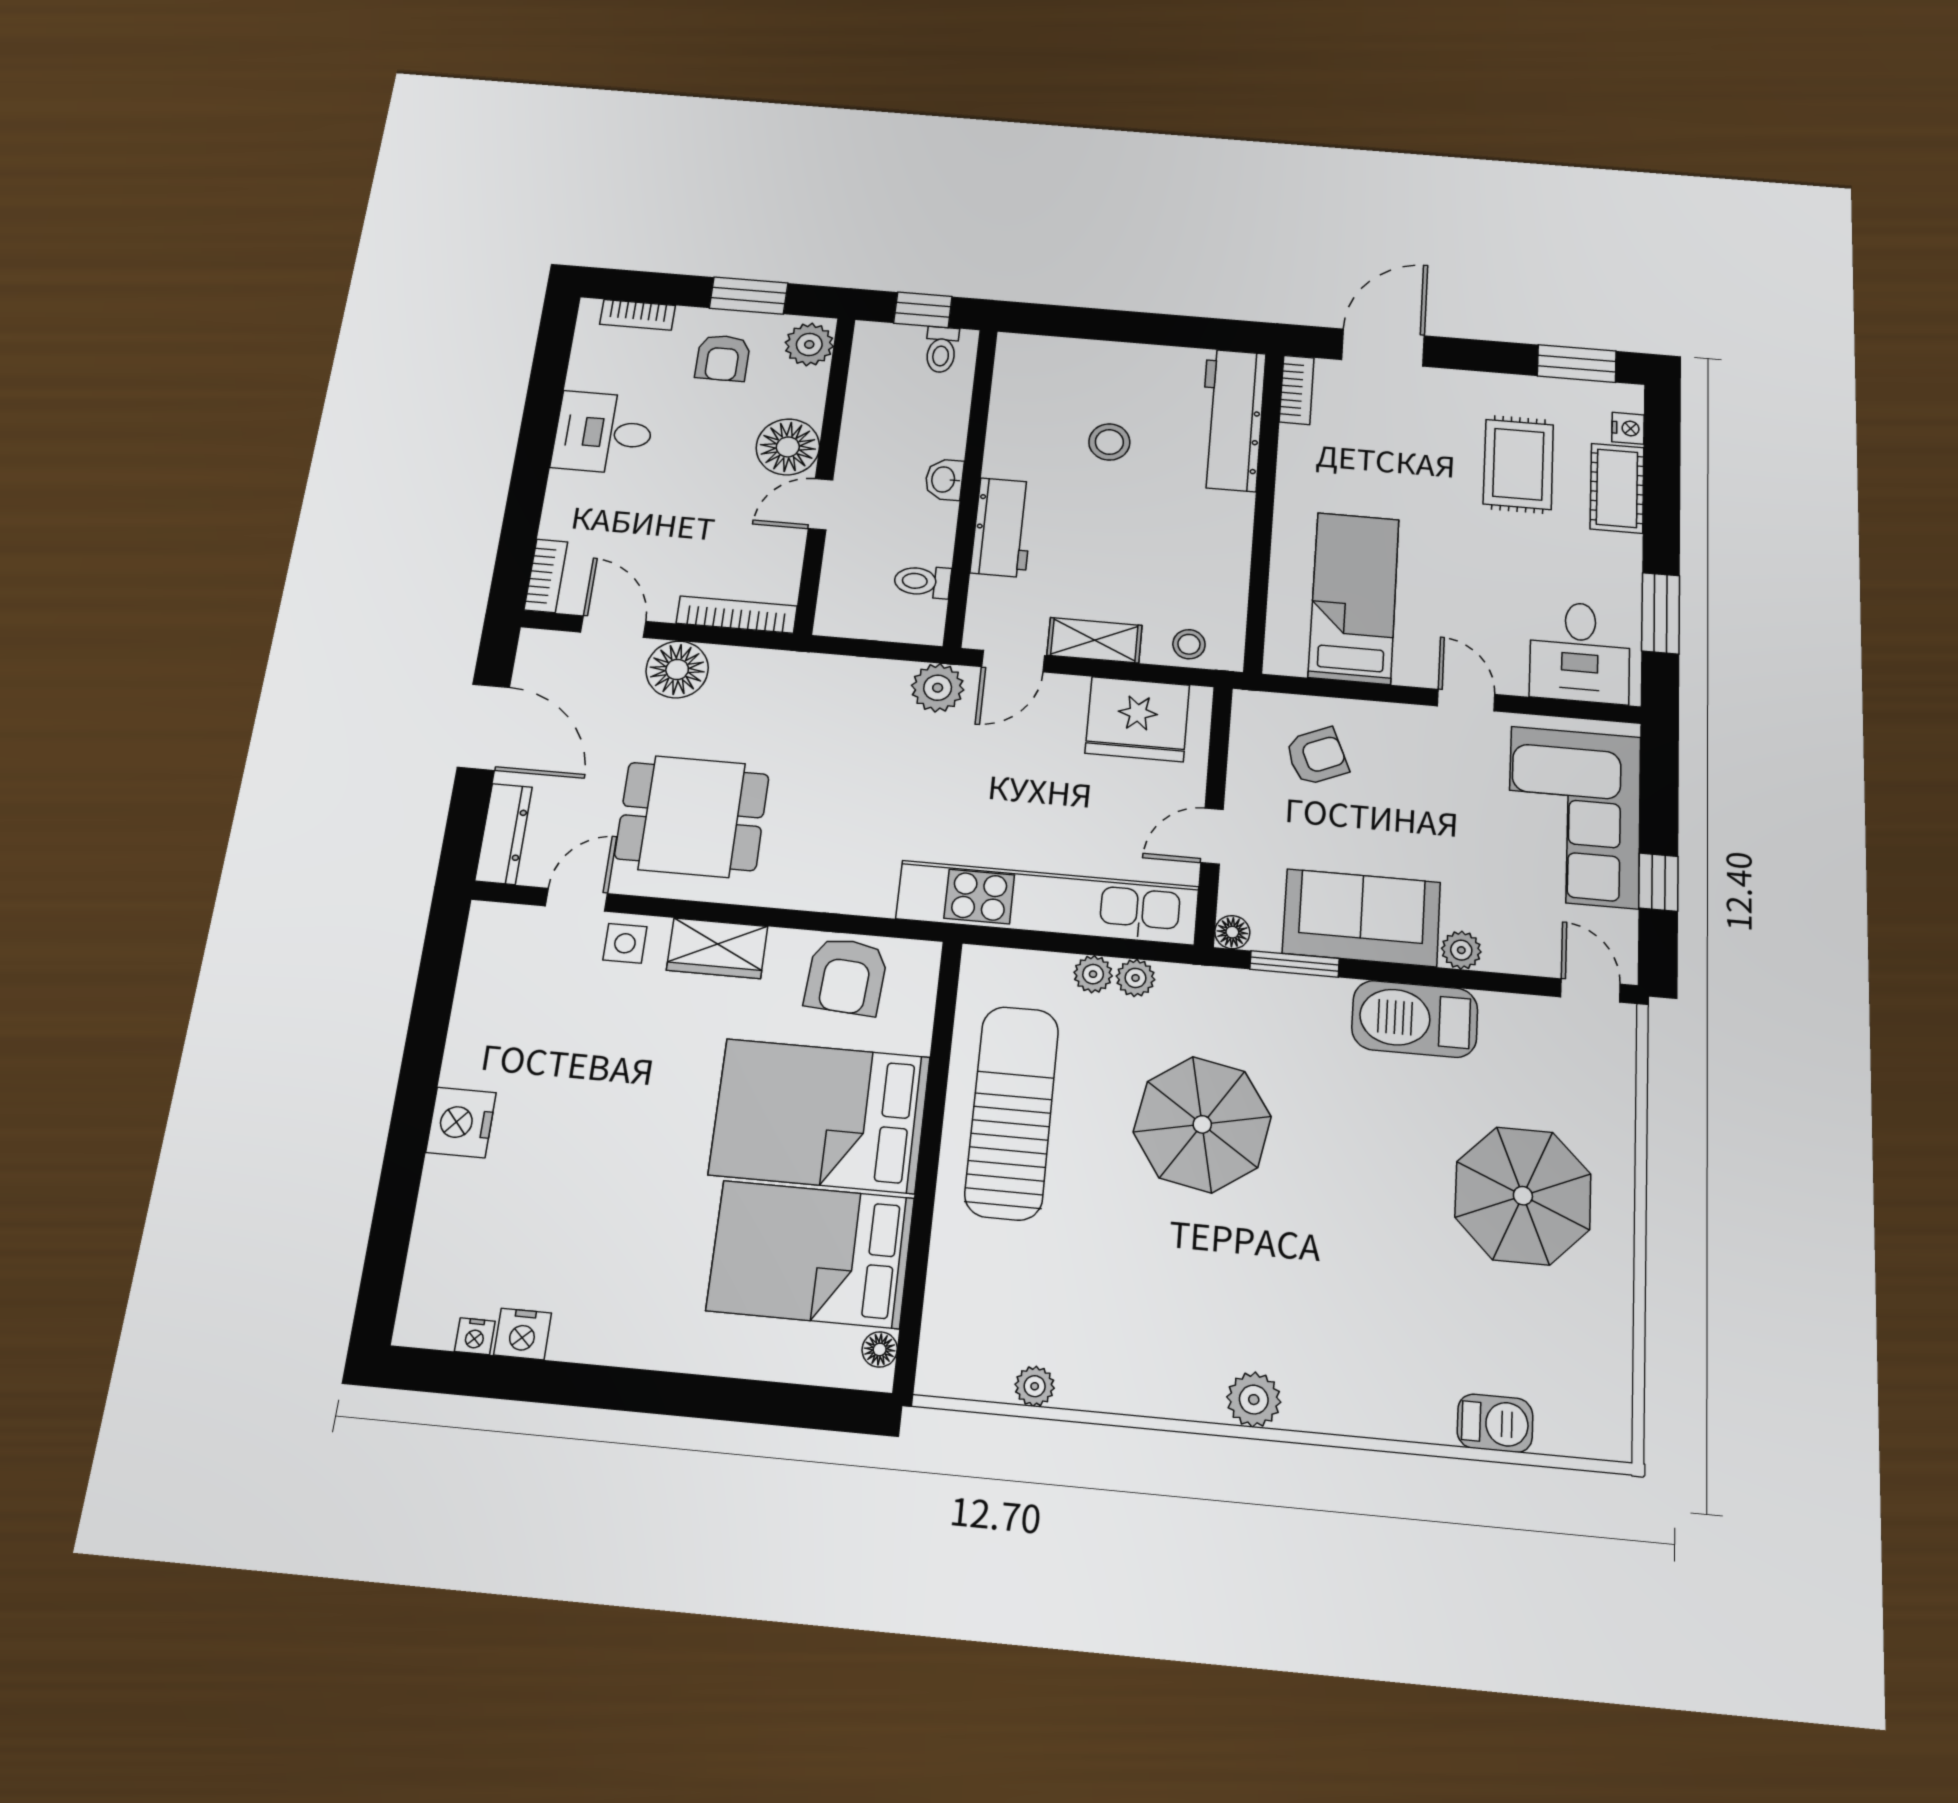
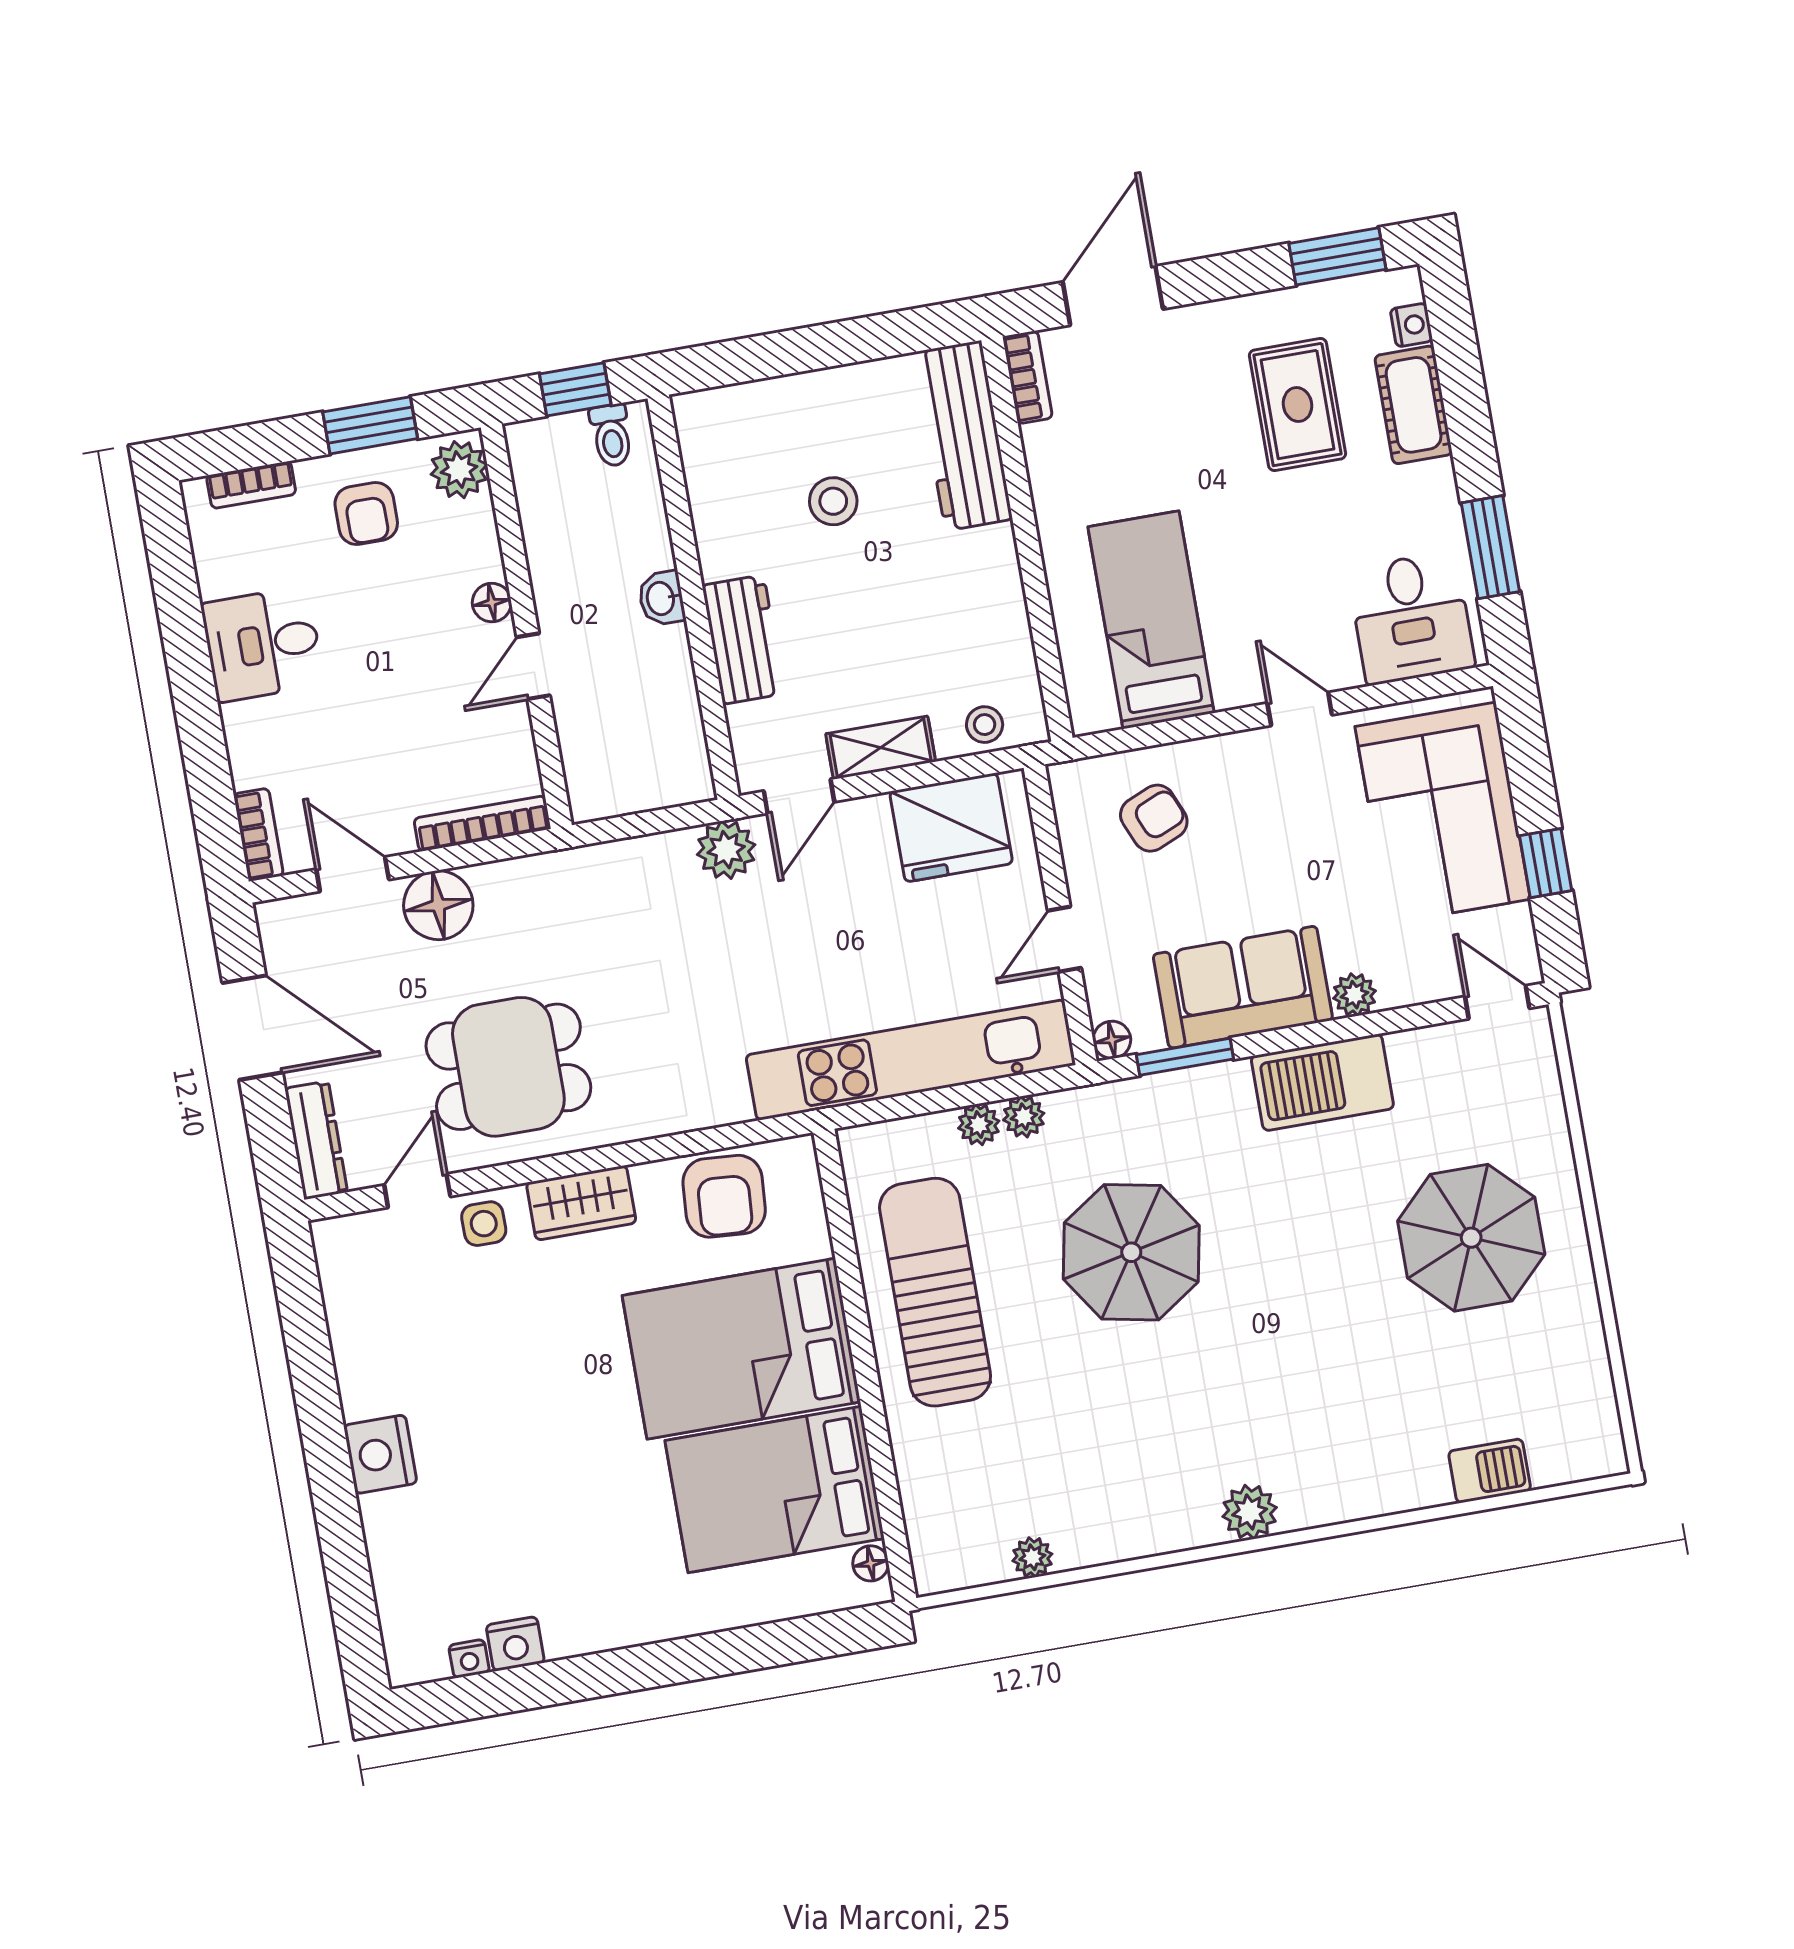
floor lamp: (788, 447) -> (492, 603), width x0.53, depth x0.53
toilet: (922, 582) -> (673, 729), removed

